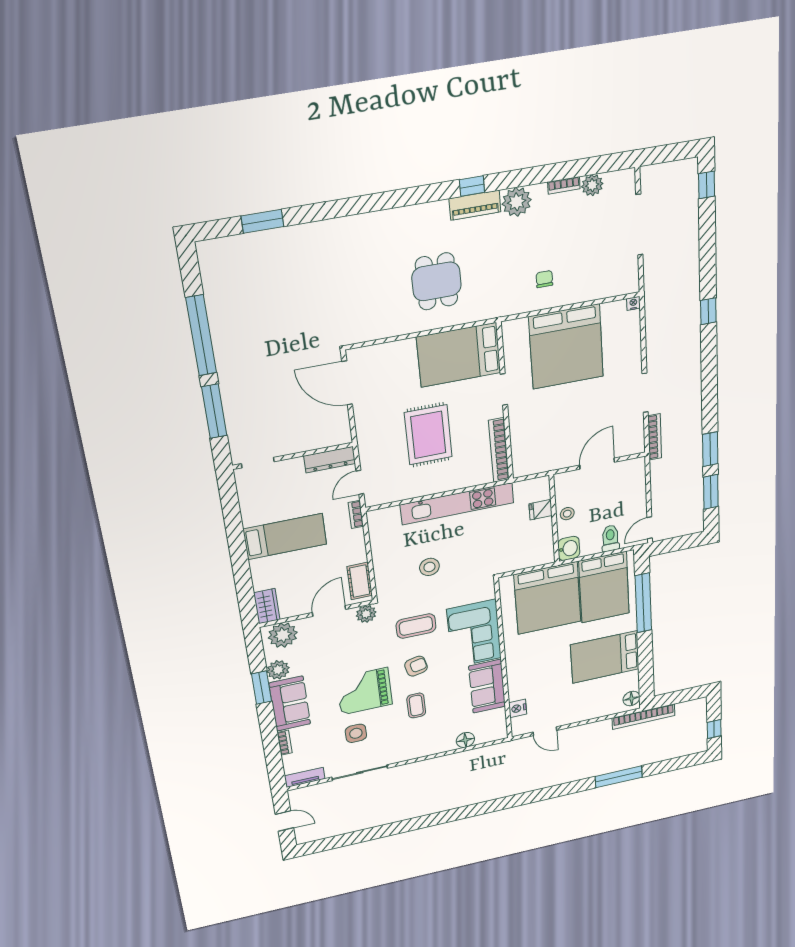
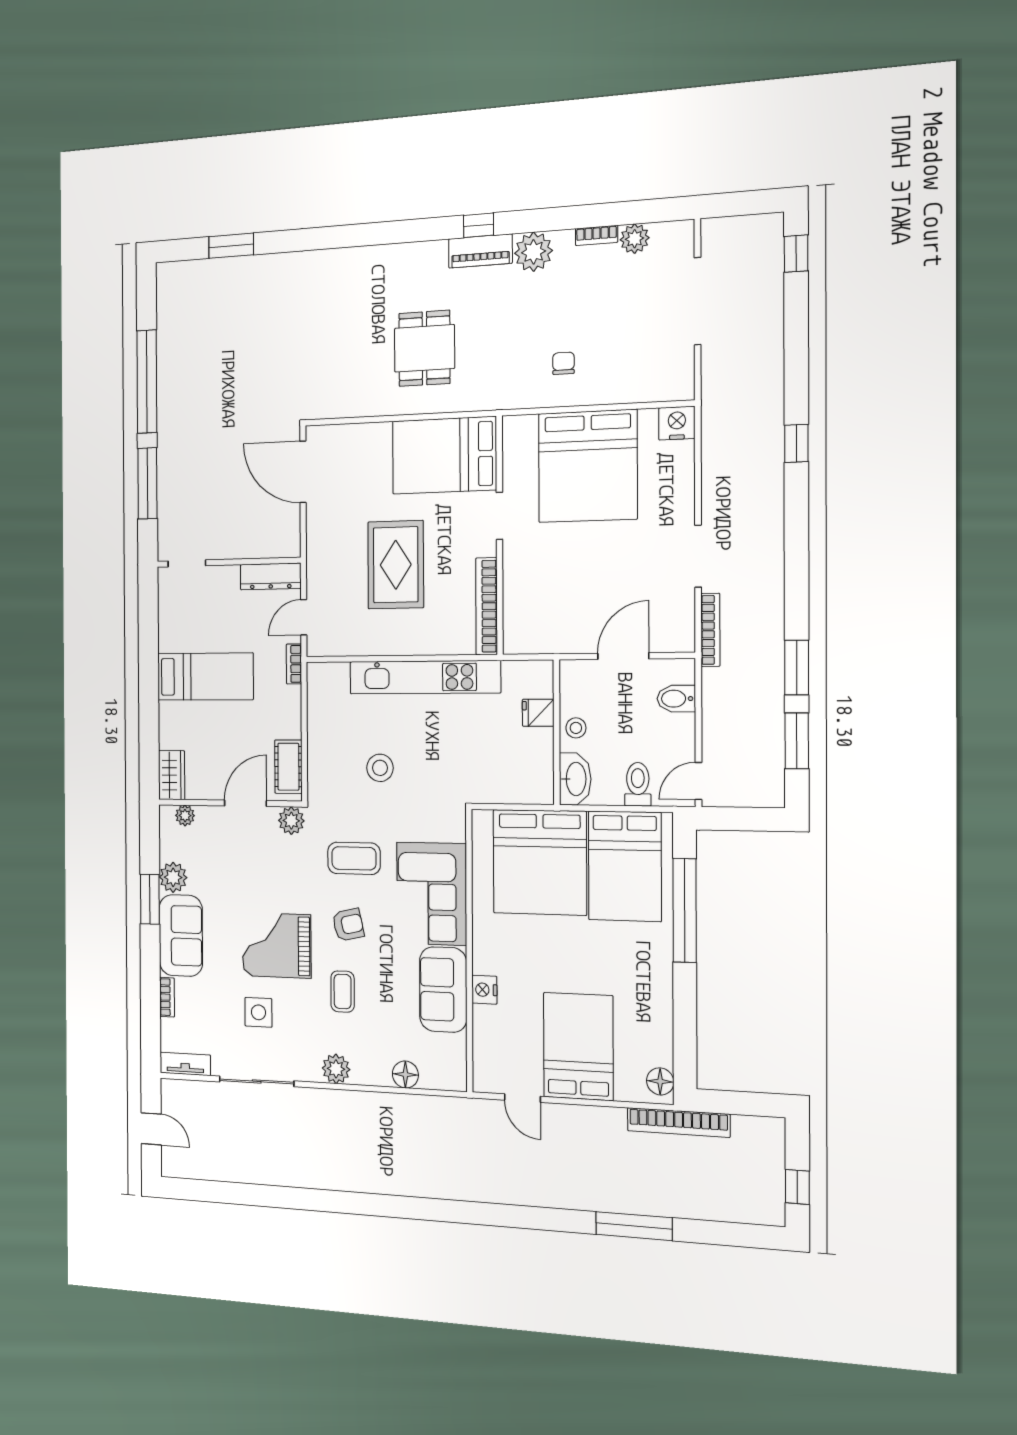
nightstand: (633, 303) -> (677, 423), width x1.89, depth x1.79
bidet: (634, 483) -> (676, 699), added
washbasin: (569, 548) -> (575, 779), width x1.38
plant: (283, 635) -> (185, 816), width x0.53, depth x0.53
bed: (605, 657) -> (578, 1046), moved, turned 90
nightstand: (518, 708) -> (484, 990), moved
plant: (416, 750) -> (336, 1069), added

